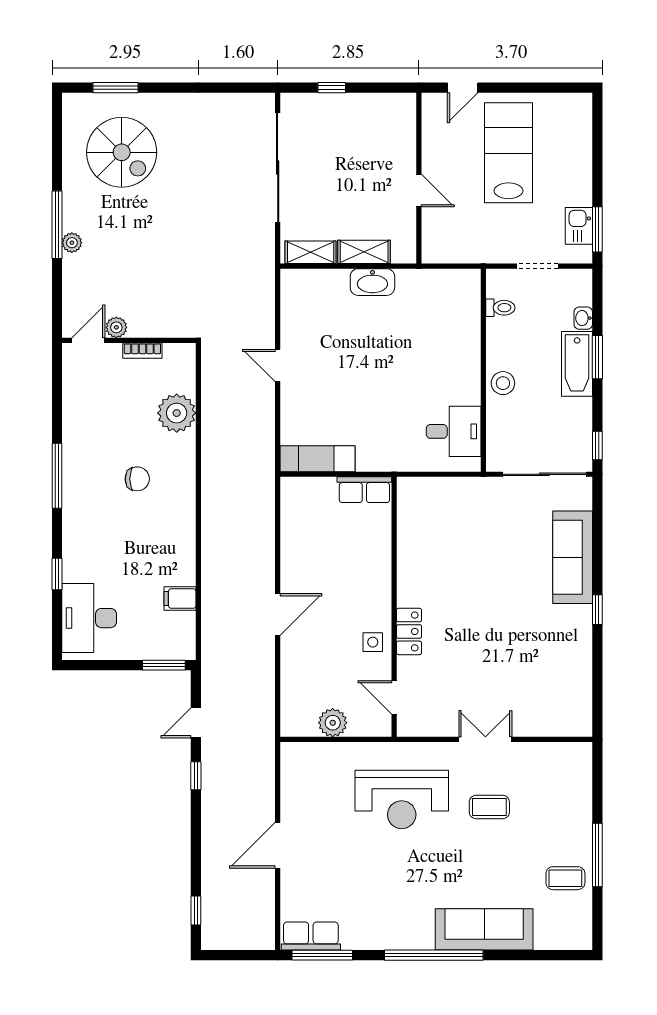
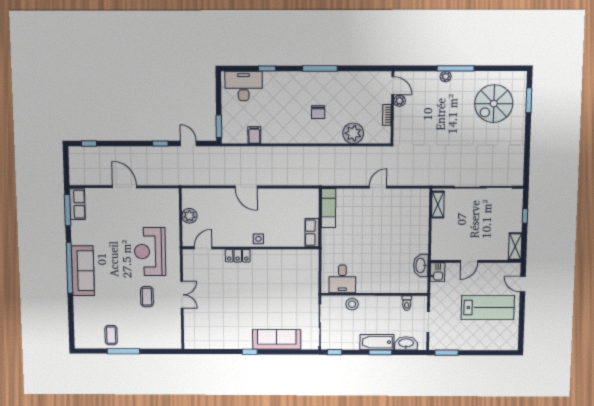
kitchen sink: (579, 226) -> (438, 272), moved, turned 90
shelving: (364, 252) -> (515, 247), moved
washbasin: (372, 282) -> (421, 265), moved
washbasin: (583, 318) -> (406, 343), width x1.91, depth x1.45
stool: (503, 383) -> (352, 304), moved
side table: (373, 642) -> (258, 239), moved
sofa: (484, 929) -> (83, 271), moved

